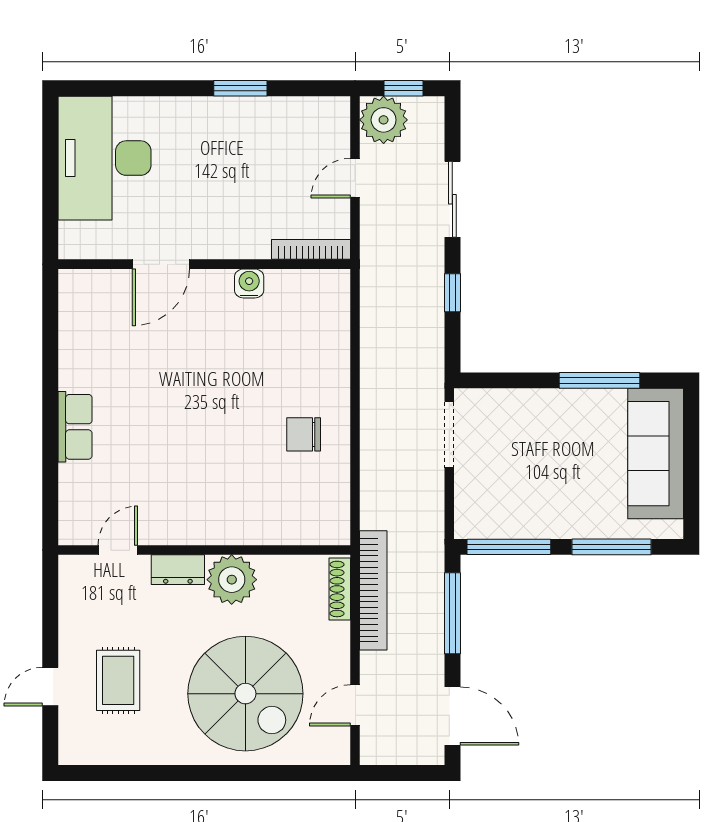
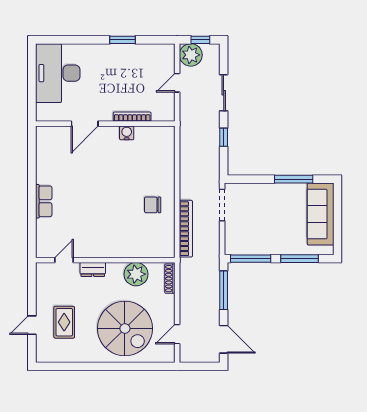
bookcase: (311, 249) -> (132, 117), moved
plant: (232, 580) -> (136, 274), moved
bookcase: (373, 590) -> (186, 229), moved

